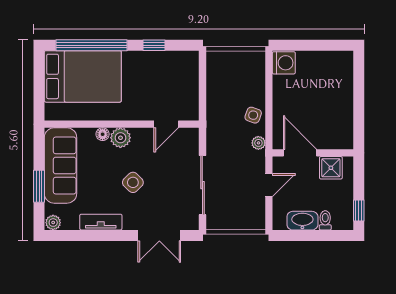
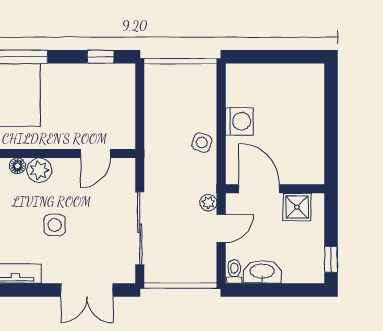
window: (154, 45) -> (101, 57), moved
washing machine: (284, 63) -> (239, 121), moved
plant: (258, 143) -> (208, 203), moved
side table: (133, 182) -> (55, 225), turned 45
toilet: (325, 220) -> (234, 271), moved

